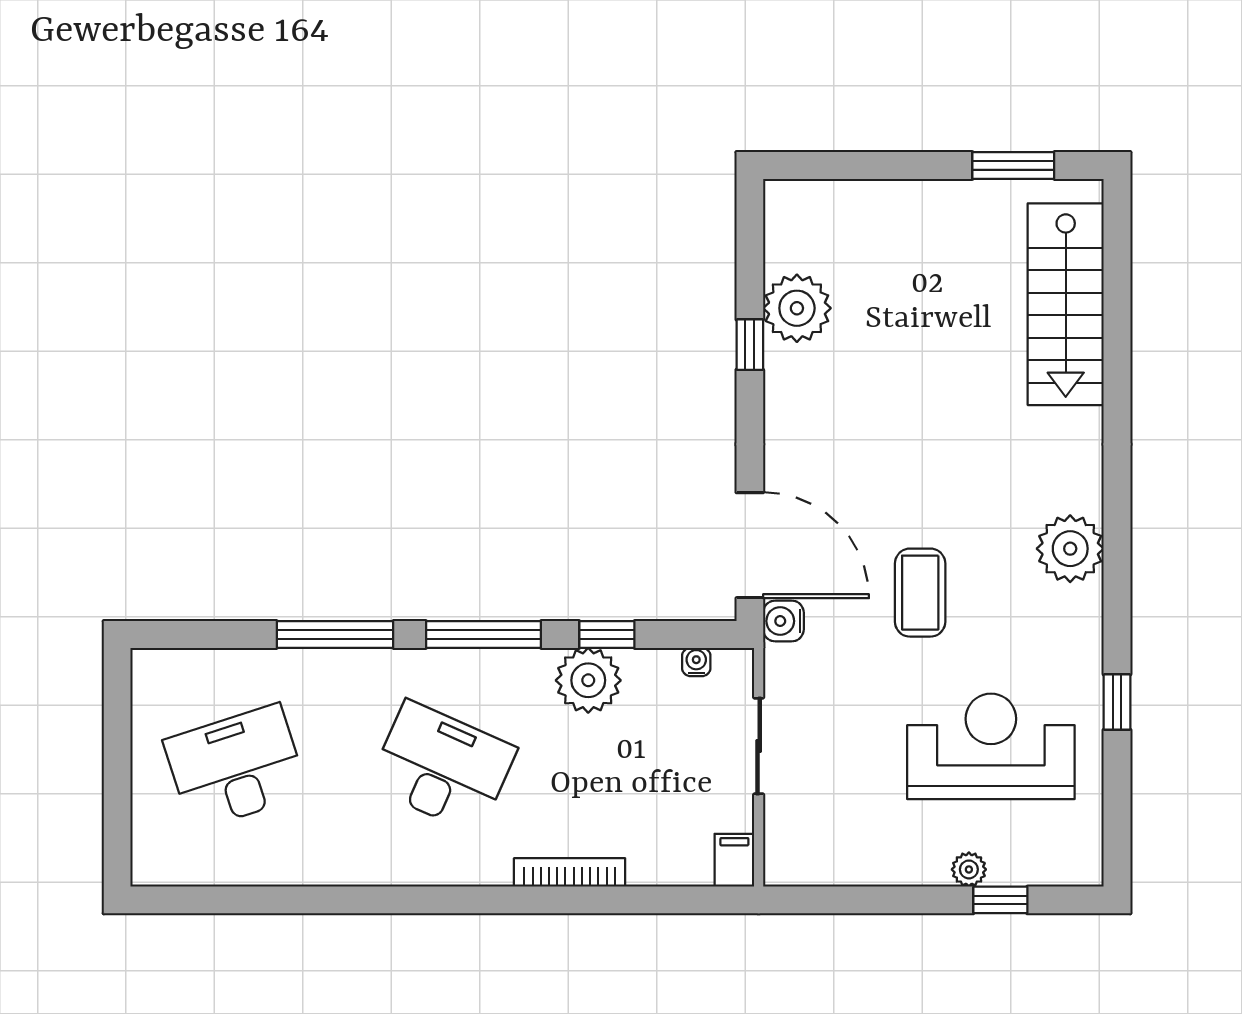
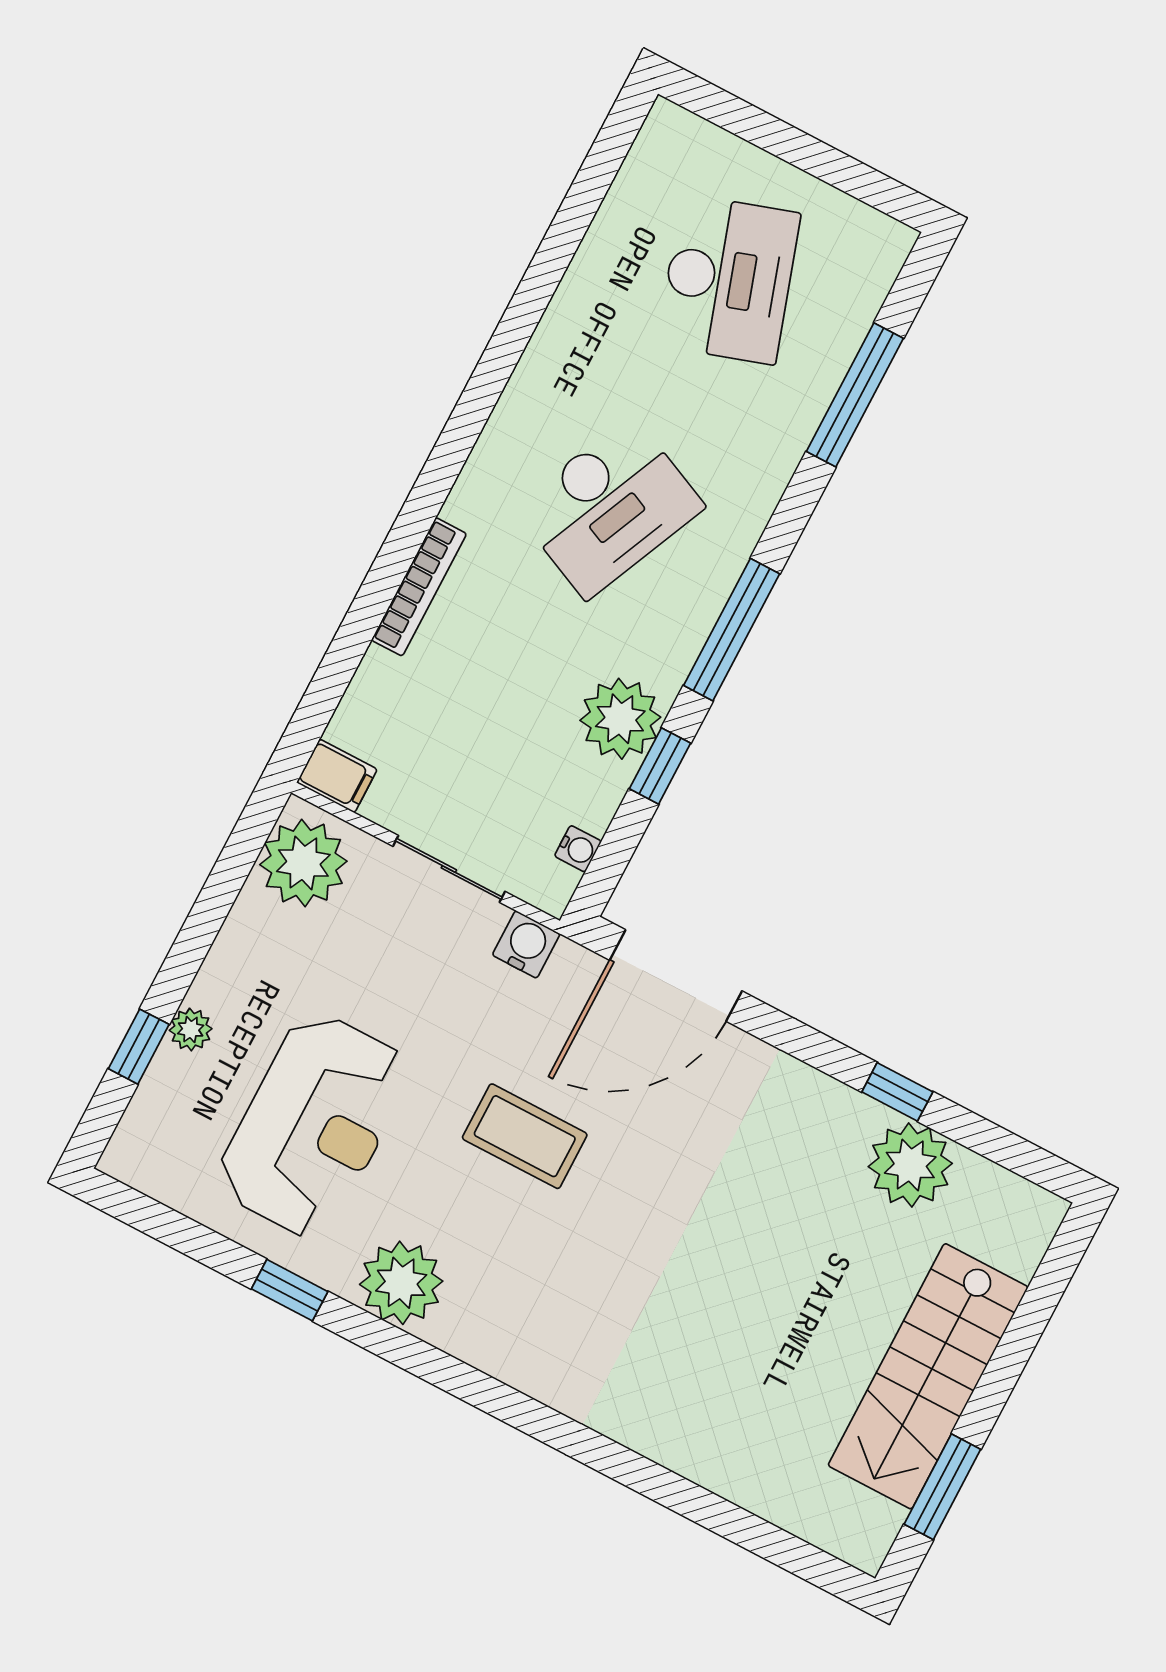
stairs: (1066, 304) -> (928, 1376), moved, turned -90
plant: (1070, 549) -> (401, 1283), moved
water cooler: (783, 621) -> (526, 944), moved
window: (335, 634) -> (855, 395), moved
plant: (809, 851) -> (303, 863), added

